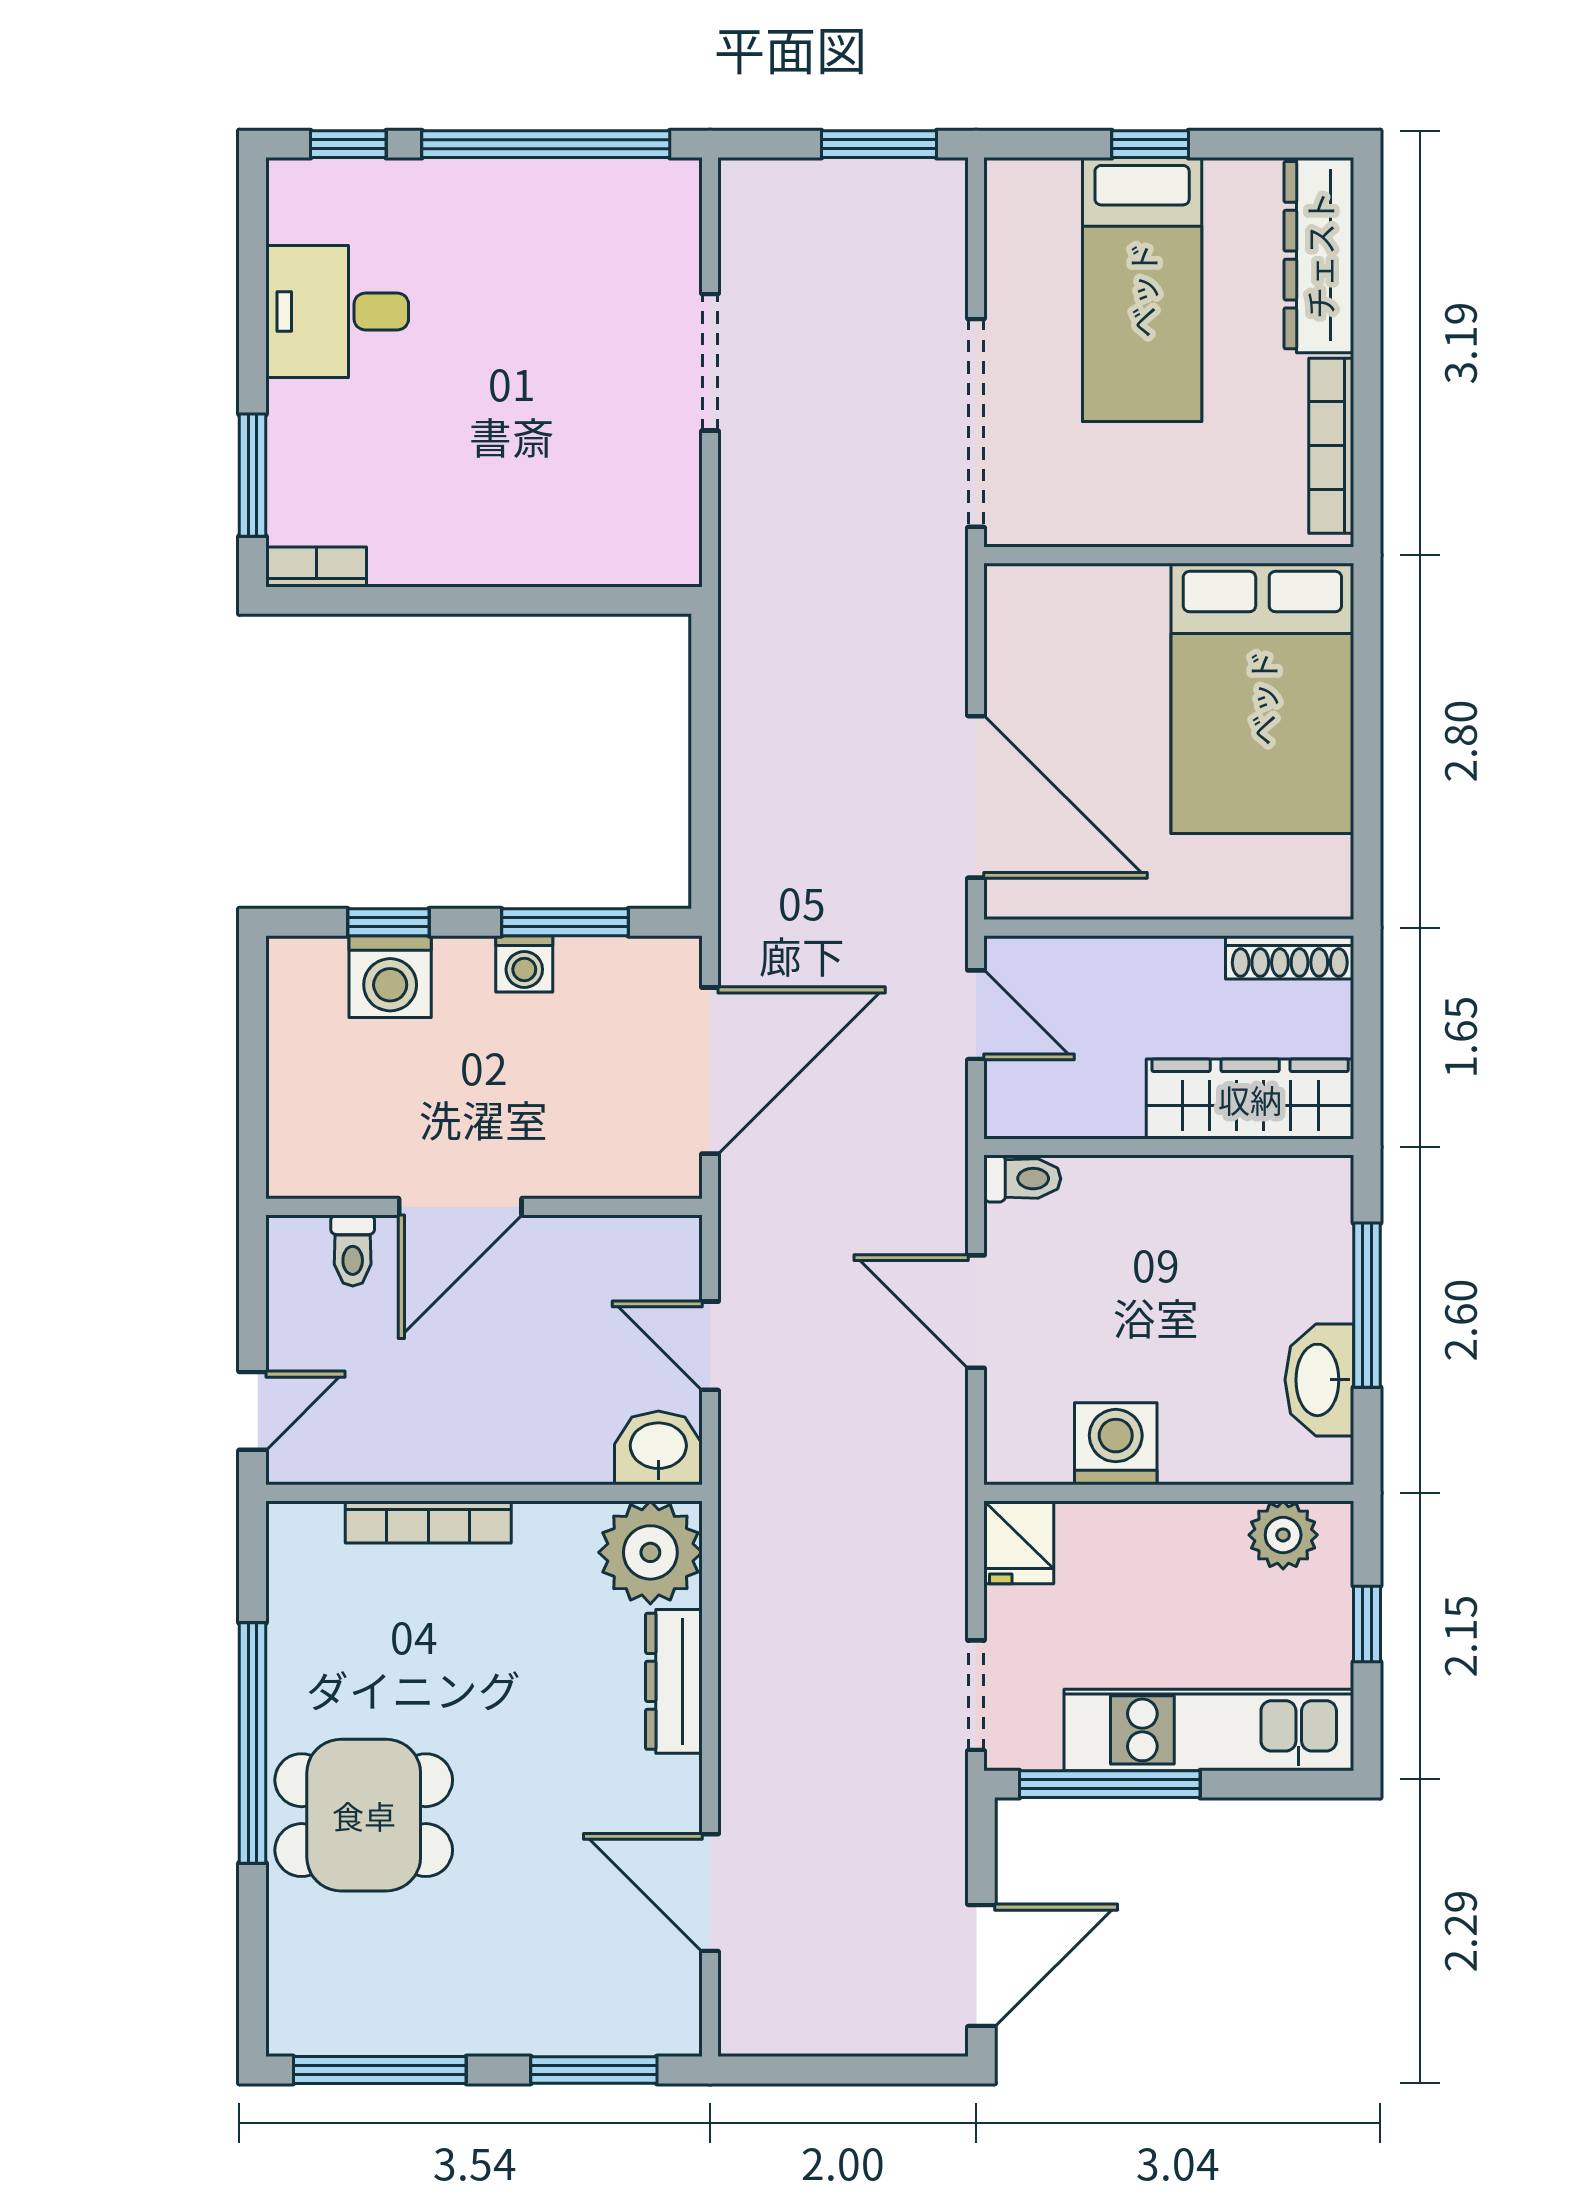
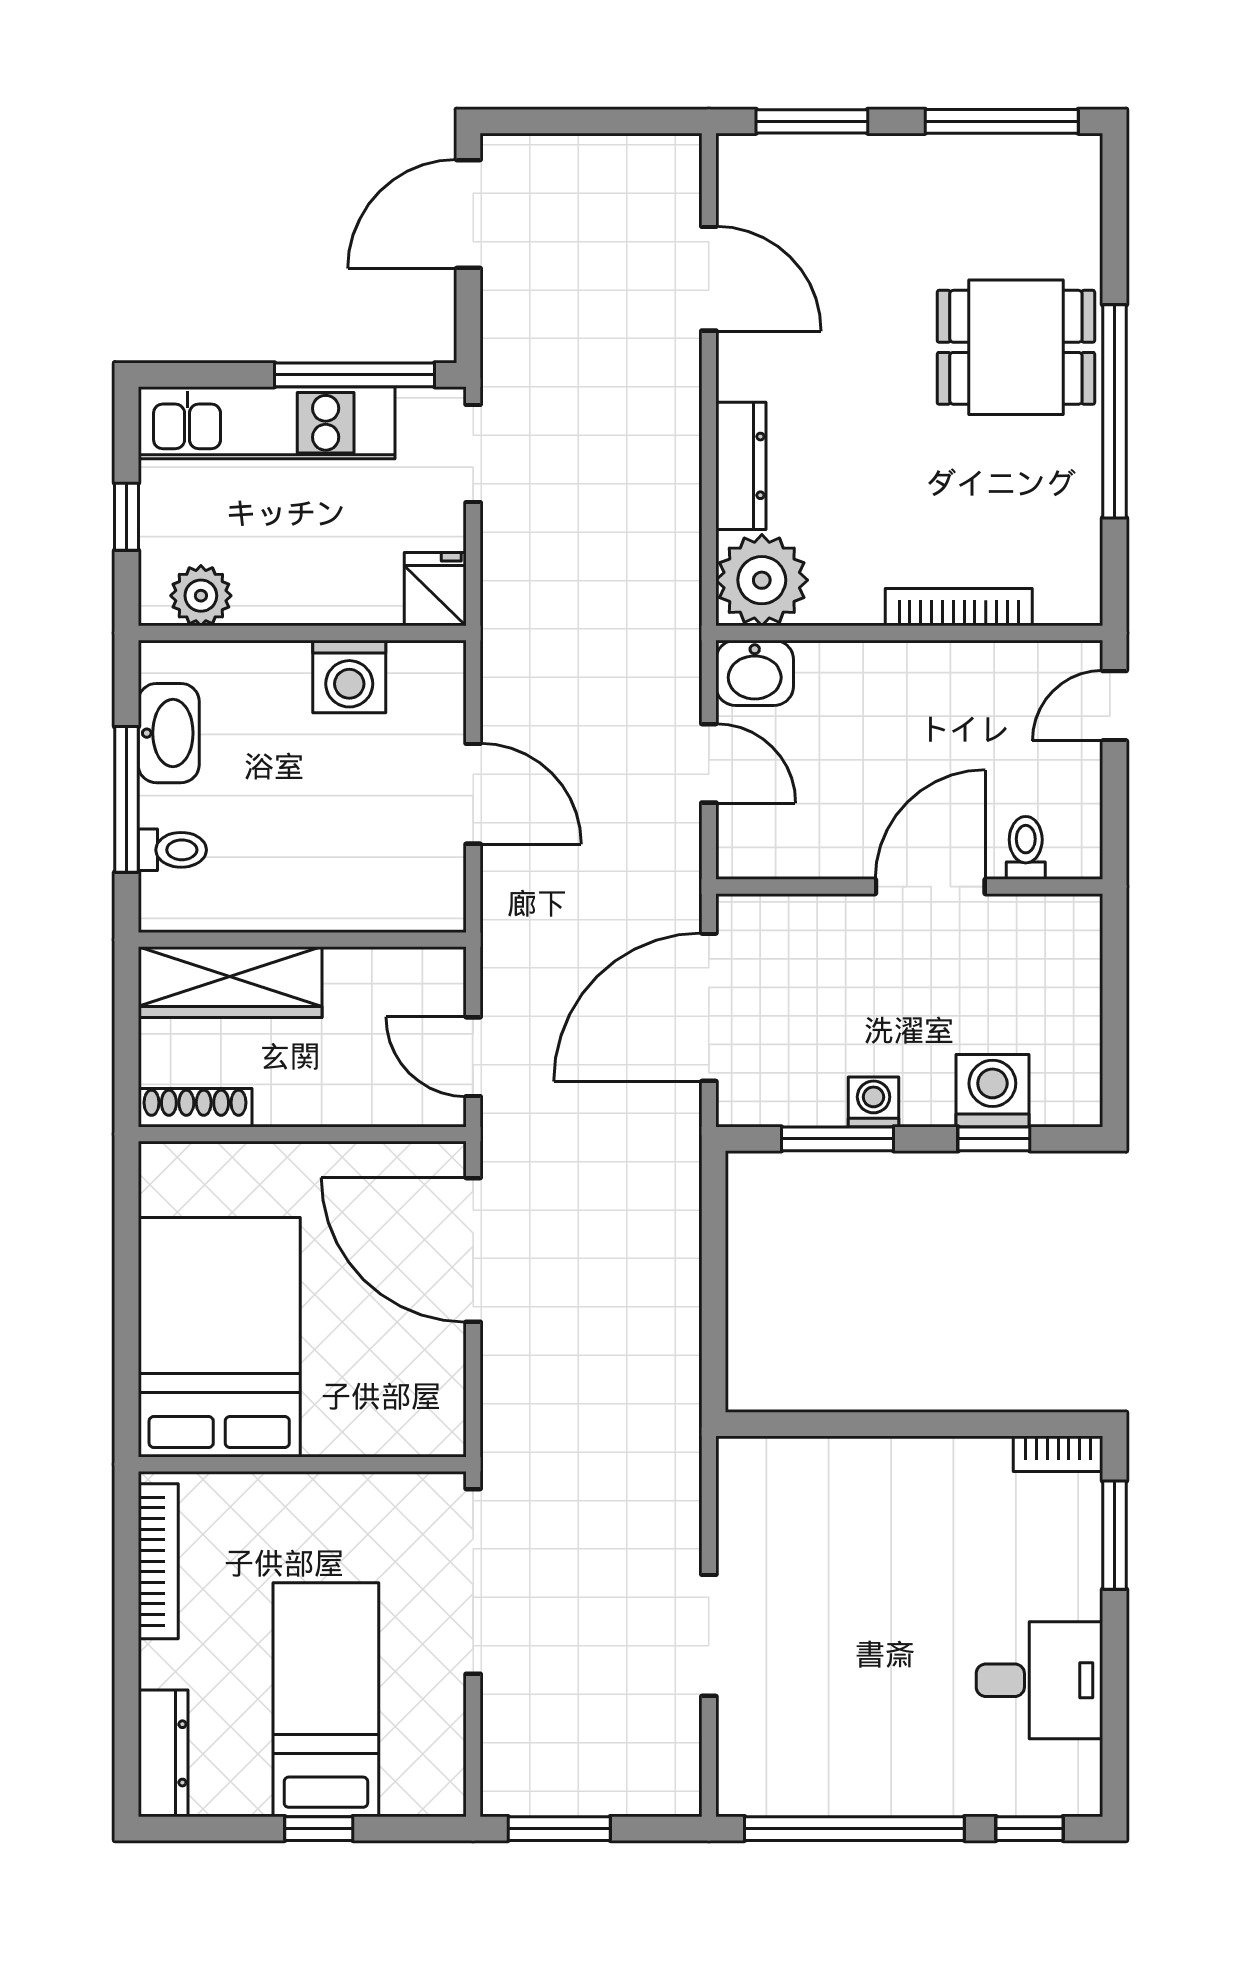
dresser: (1319, 255) -> (163, 1753), width x0.73, depth x0.80
toilet: (1022, 1179) -> (172, 850), moved, turned 180

